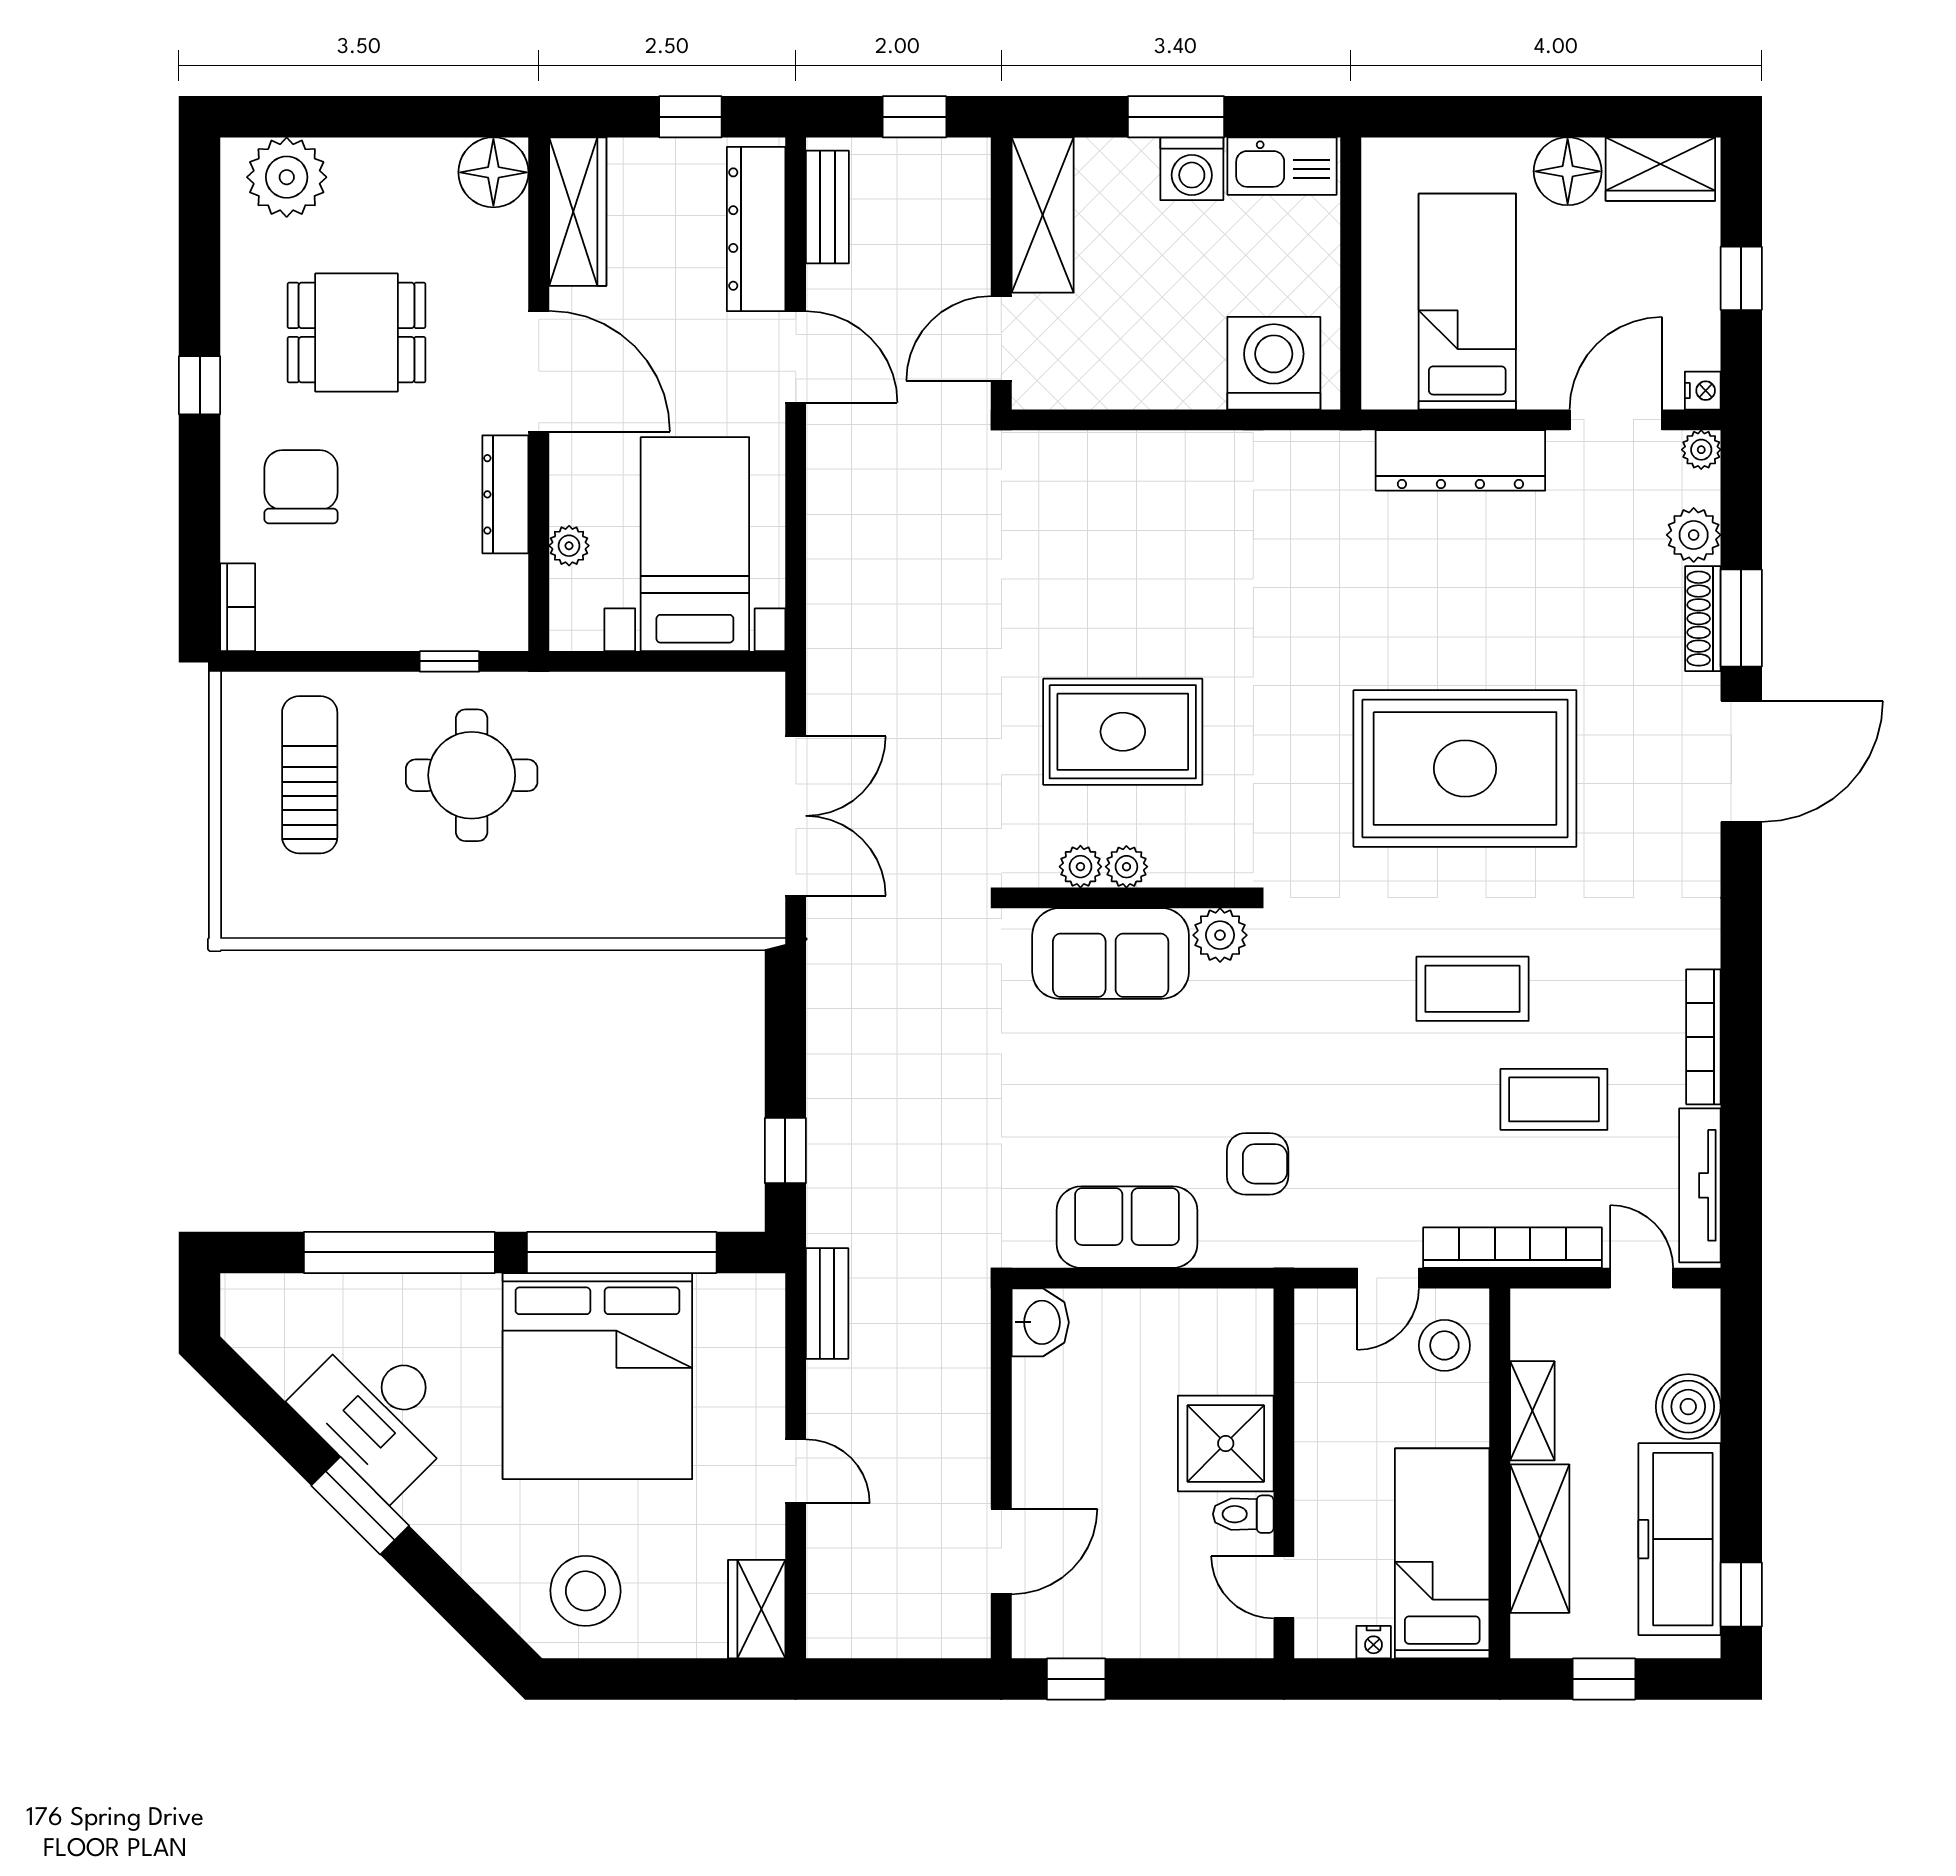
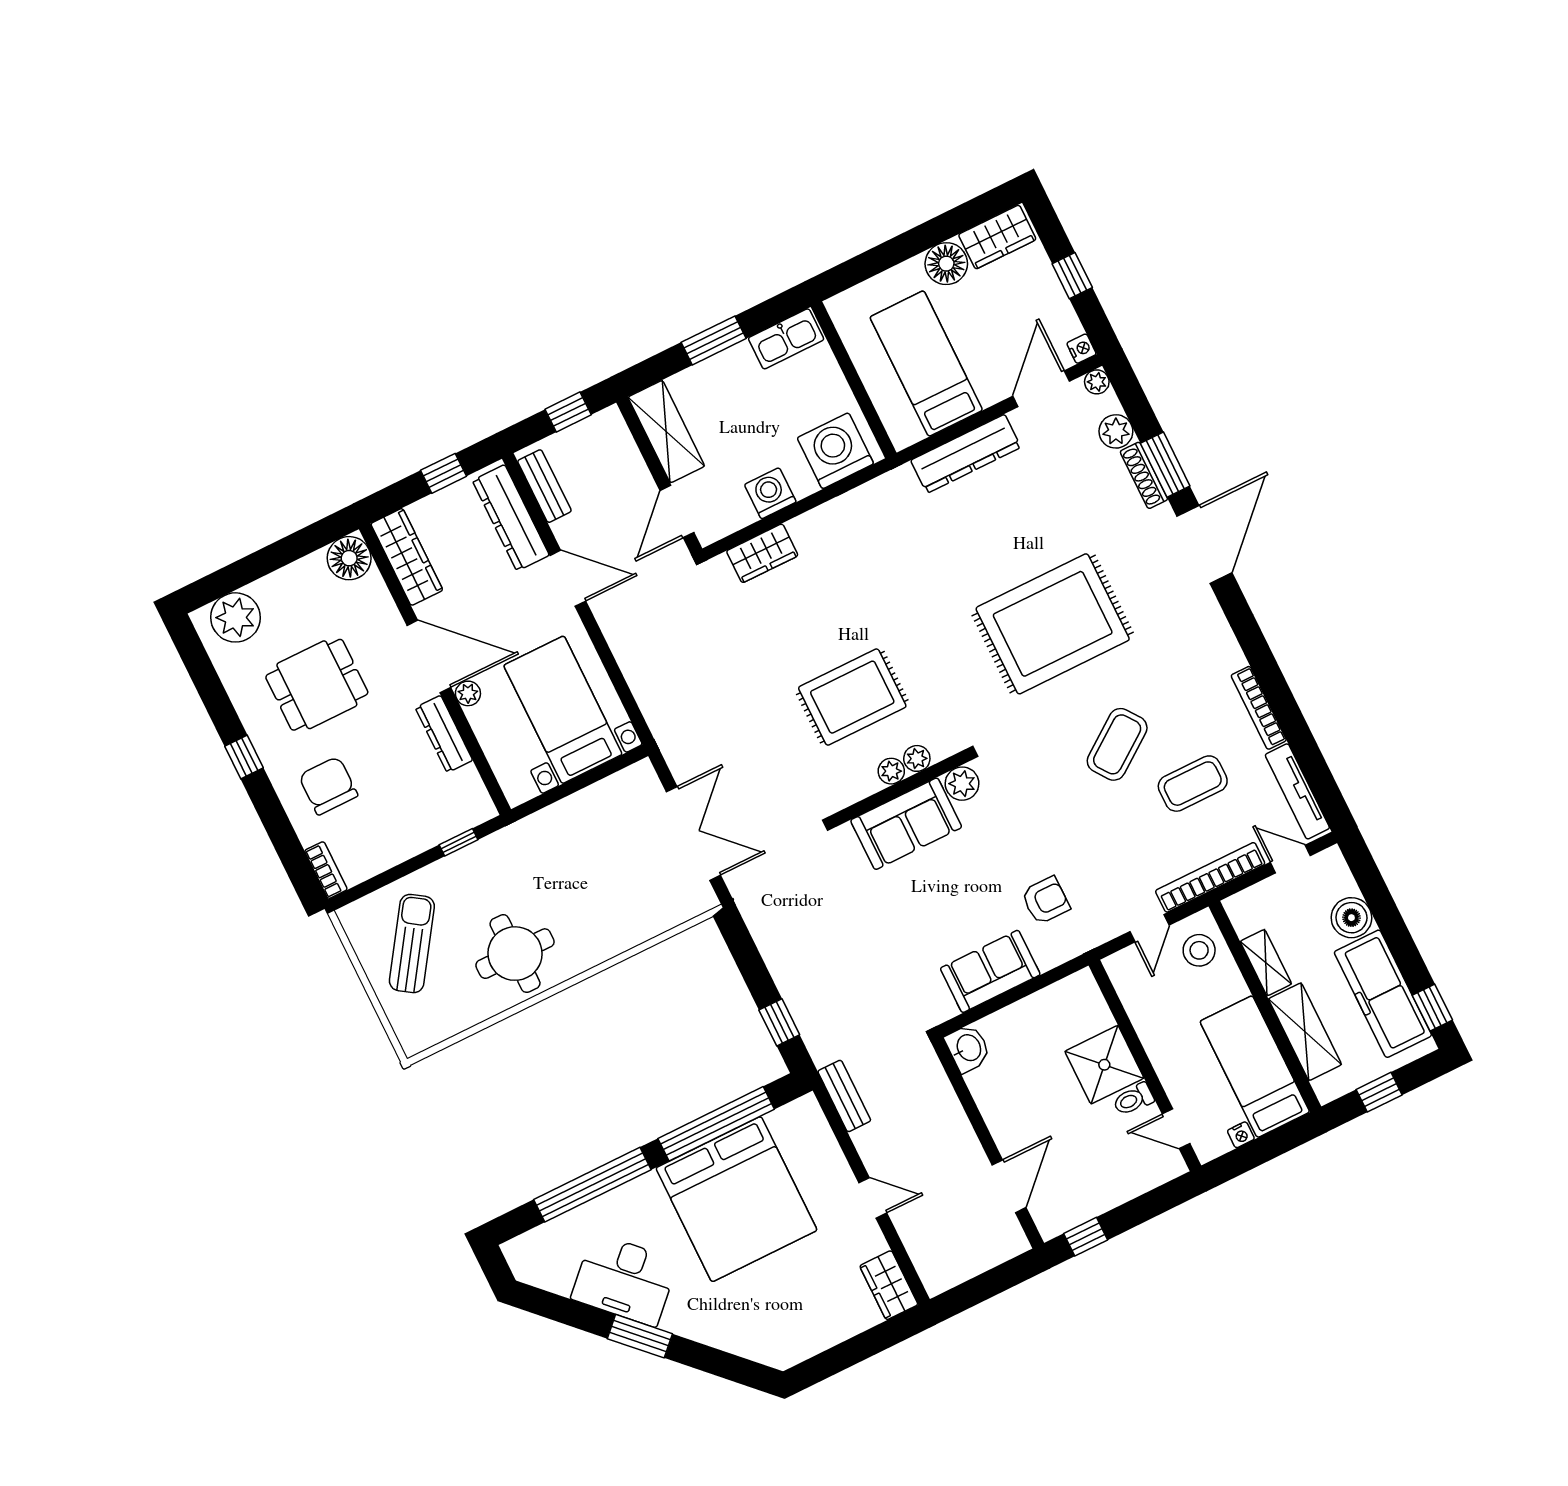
washing machine: (1192, 169) -> (770, 493), moved, turned 180
wardrobe: (1095, 459) -> (762, 553), added
plant: (569, 546) -> (468, 693), moved
sun lounger: (310, 775) -> (412, 944), turned 34
round table: (472, 775) -> (515, 954), moved
plant: (1080, 867) -> (917, 758), moved
coffee table: (1472, 989) -> (1117, 744), turned -36
stool: (585, 1591) -> (789, 1322), removed

